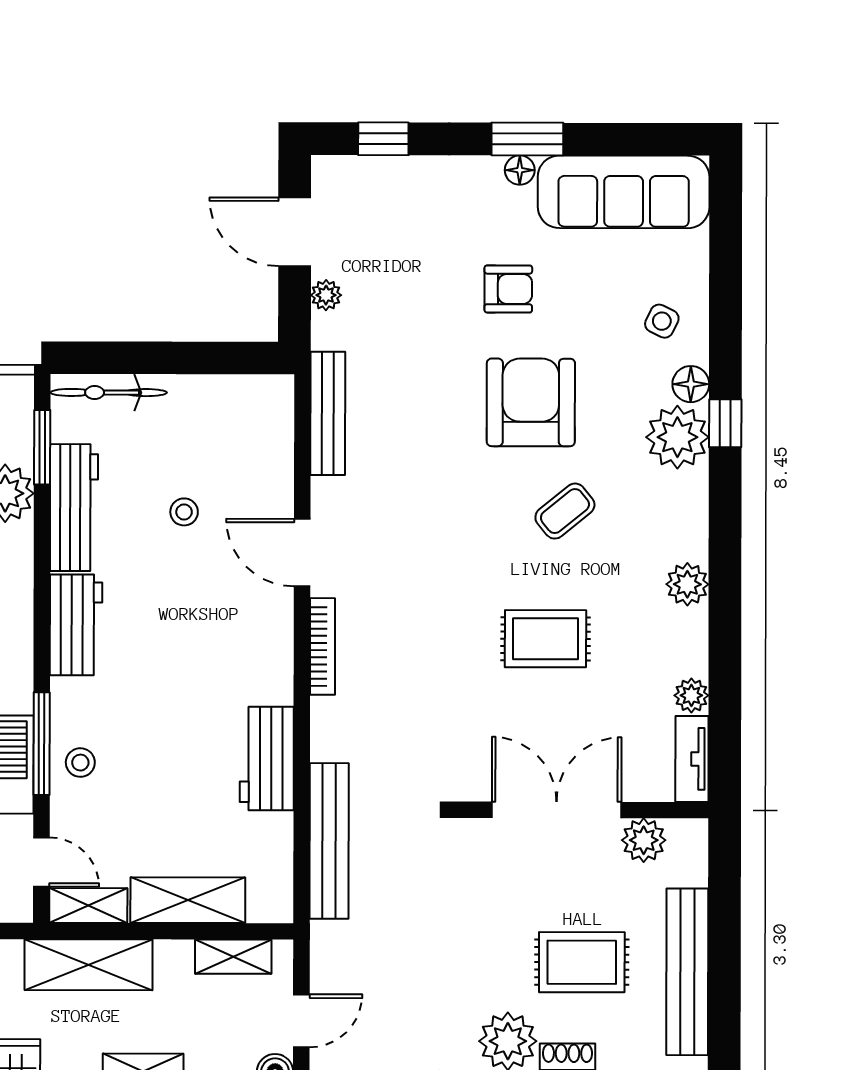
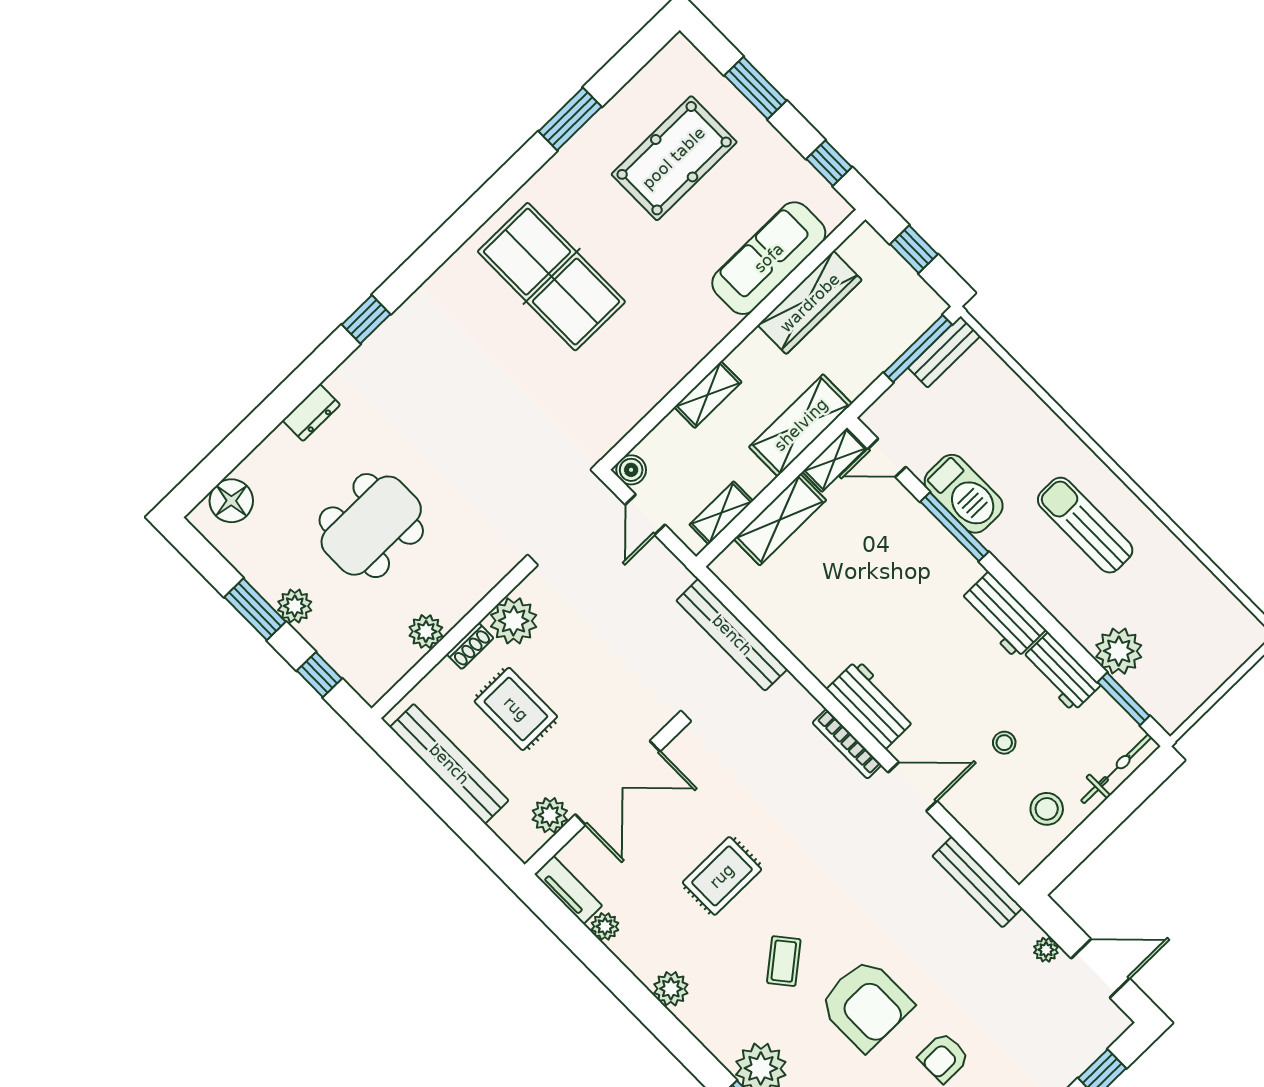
workbench: (74, 508) -> (1061, 672), width x0.73
workbench: (267, 759) -> (871, 704), moved
stool: (80, 763) -> (1047, 809), moved, width x1.37, depth x1.37
rug: (582, 962) -> (516, 709), turned 90

